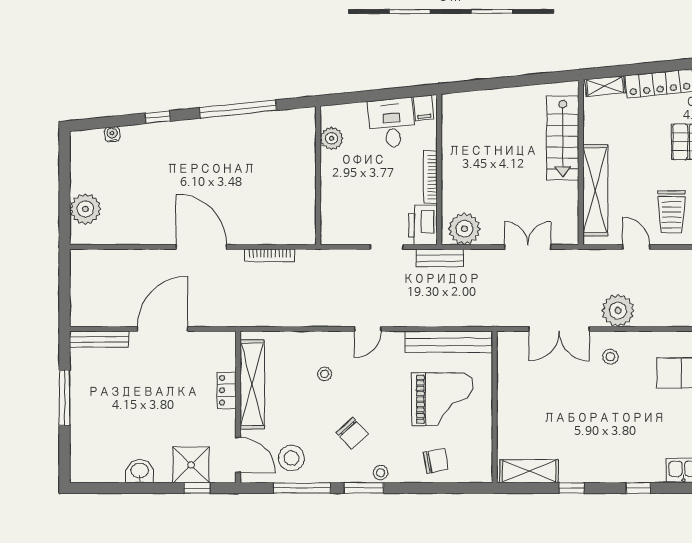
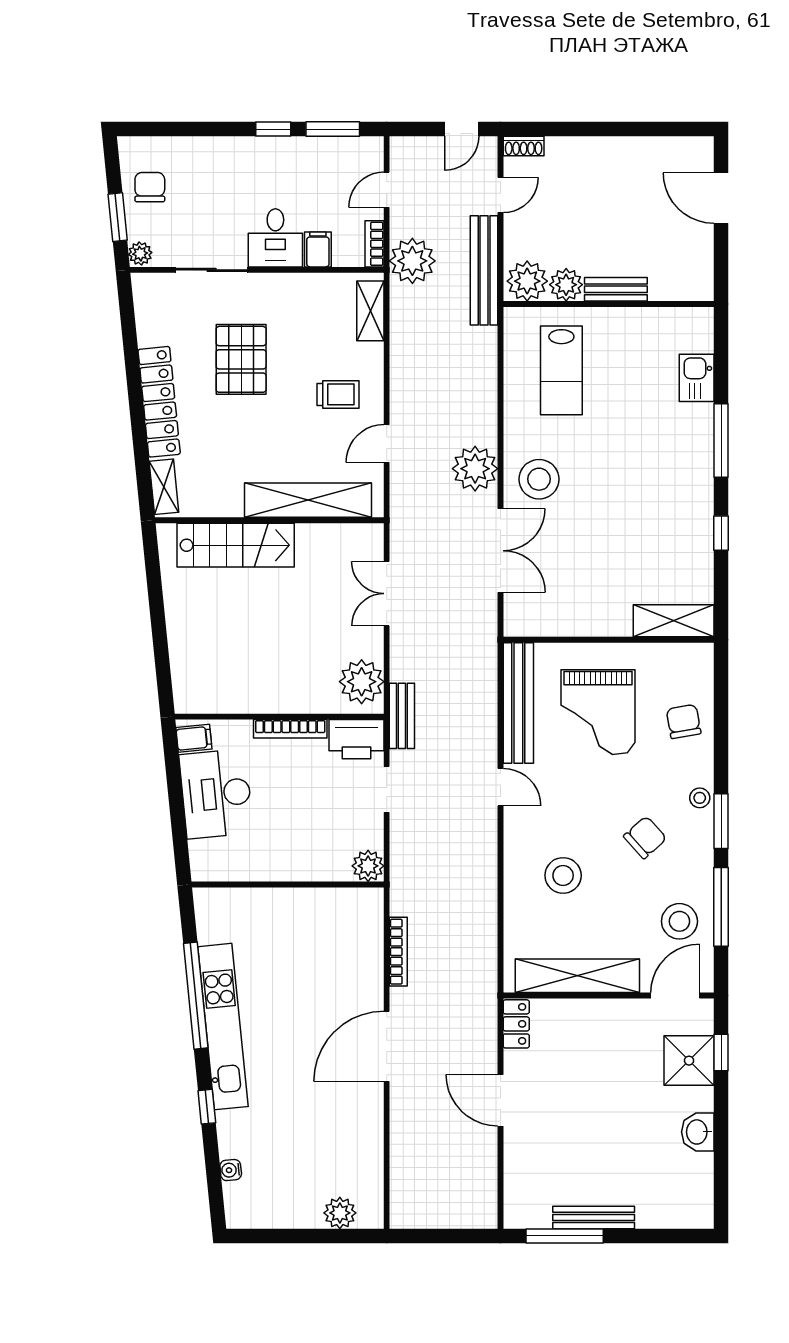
desk: (392, 123) -> (216, 794), width x1.37
kitchen unit: (216, 129) -> (223, 1027), added
plant: (332, 138) -> (368, 866), moved
plant: (85, 209) -> (340, 1213), width x0.73, depth x0.73
trolley: (672, 212) -> (338, 394), width x0.73, depth x0.72
door: (162, 329) -> (500, 1100), width x0.73
door: (368, 329) -> (500, 787), moved
bench: (99, 339) -> (594, 1217), moved, turned 90
stool: (610, 357) -> (539, 479), width x1.89, depth x1.89
stool: (325, 374) -> (563, 875), width x1.89, depth x1.89
locker: (227, 390) -> (516, 1024), moved, turned -90
window: (65, 398) -> (565, 1236), moved
grand piano: (442, 399) -> (598, 712), turned 180
shelving: (529, 471) -> (674, 621), moved, turned 90
window: (638, 488) -> (721, 441), width x2.17

